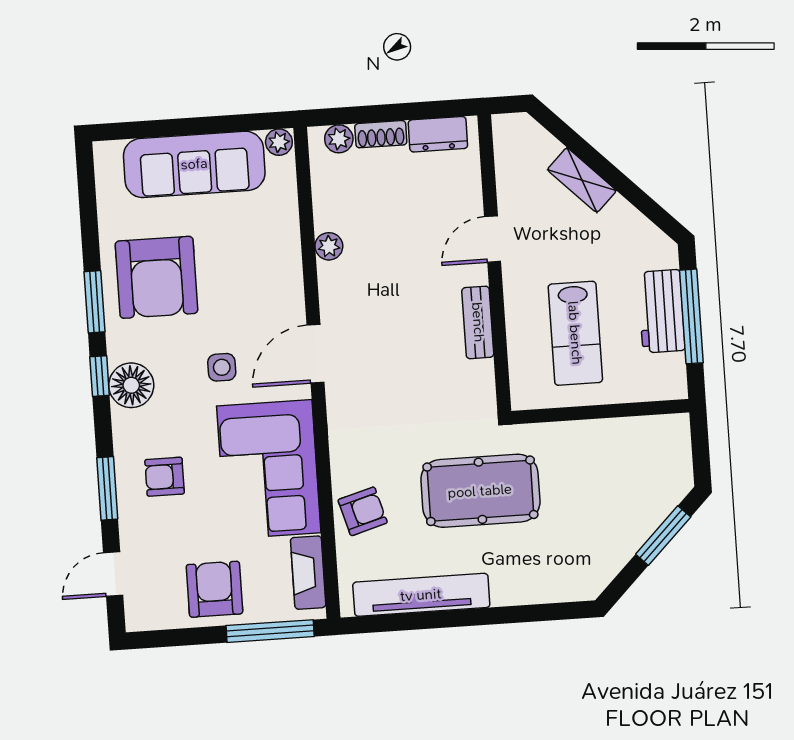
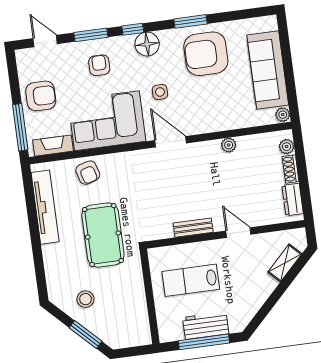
shelving: (582, 180) -> (285, 263), moved
window: (100, 376) -> (133, 29), moved
stool: (597, 531) -> (86, 299), added

